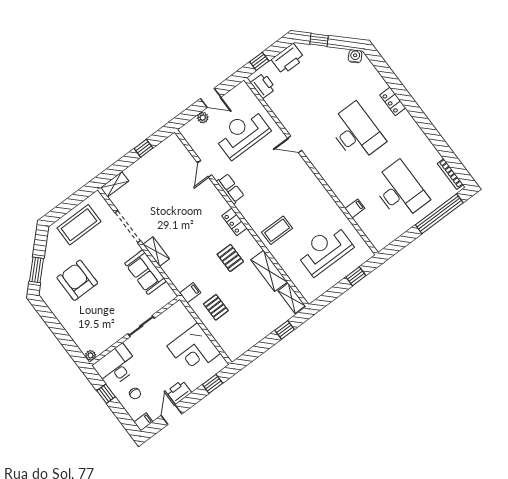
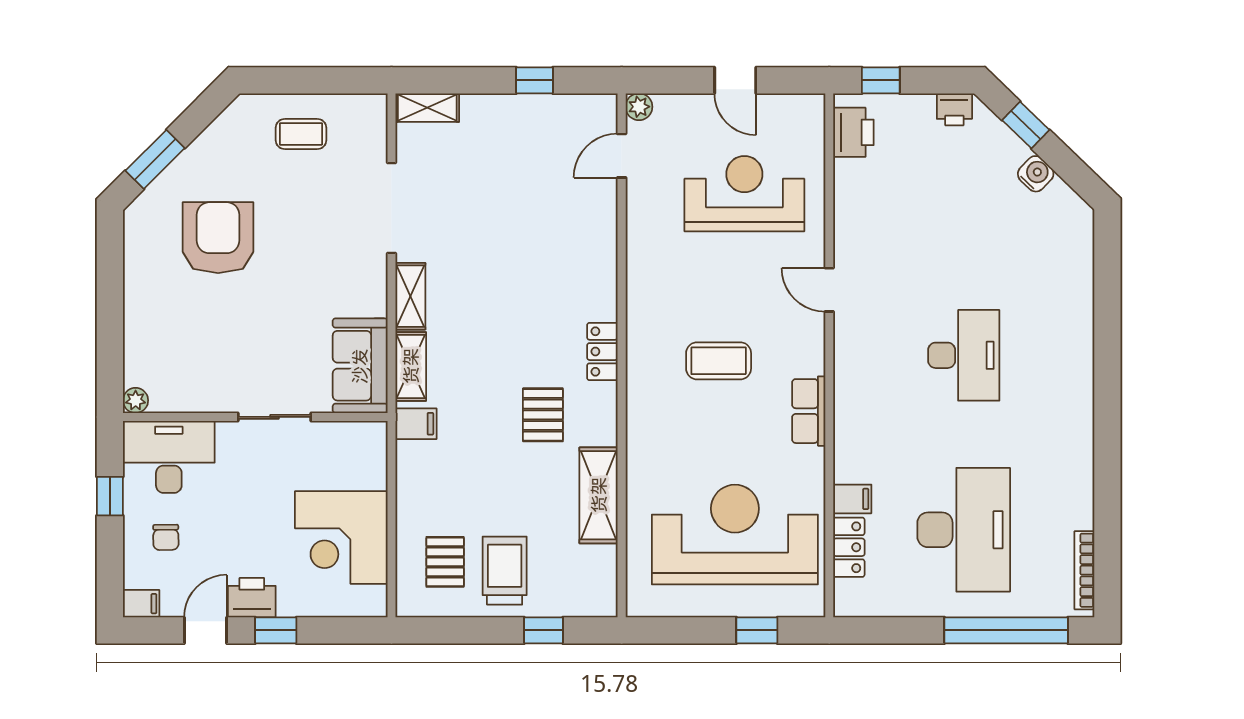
water cooler: (355, 56) -> (1036, 174), moved
printer: (288, 59) -> (954, 109), width x0.53, depth x0.68
locker: (393, 101) -> (849, 547), moved, turned 180
plant: (203, 118) -> (639, 107), moved
desk: (356, 132) -> (964, 355), width x0.73, depth x0.77
door: (205, 169) -> (622, 156), moved
row of seats: (230, 189) -> (809, 411), moved, turned 180
coffee table: (79, 225) -> (301, 134), width x0.54, depth x0.58
coffee table: (277, 230) -> (719, 361), moved
reception desk: (325, 250) -> (735, 535), width x1.36, depth x1.30
sofa: (145, 272) -> (360, 366), moved
shelving: (292, 298) -> (411, 366), moved
pallet: (216, 307) -> (445, 562), moved
trolley: (257, 320) -> (505, 571), added
window: (213, 384) -> (276, 630), moved

